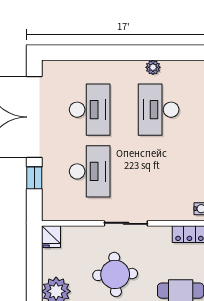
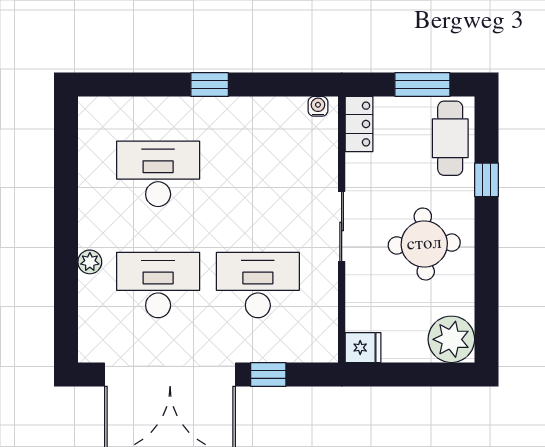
plant: (153, 67) -> (90, 262), moved
desk: (159, 110) -> (158, 174), turned 180

